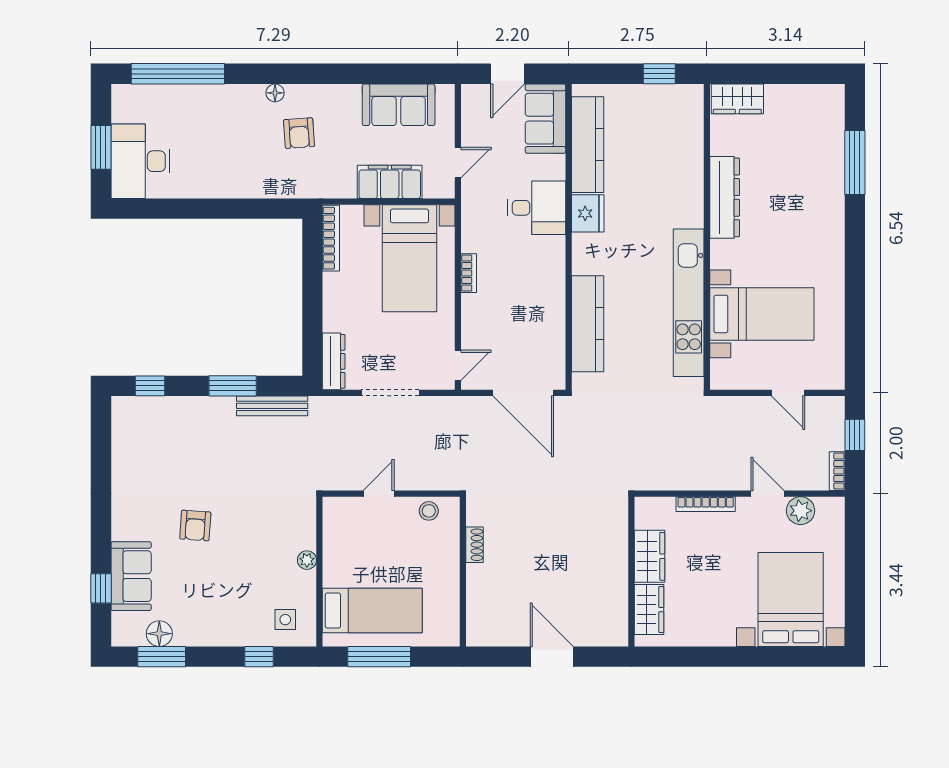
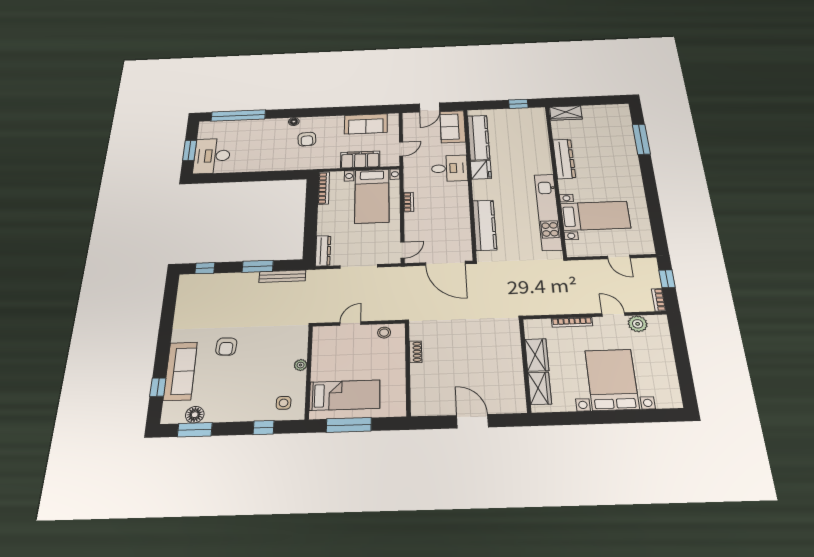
sofa: (131, 576) -> (180, 371), width x1.36
bed with nightstands: (791, 599) -> (612, 380), moved

